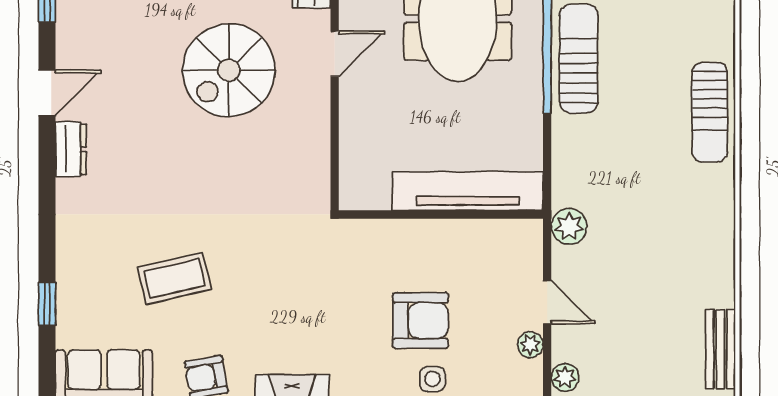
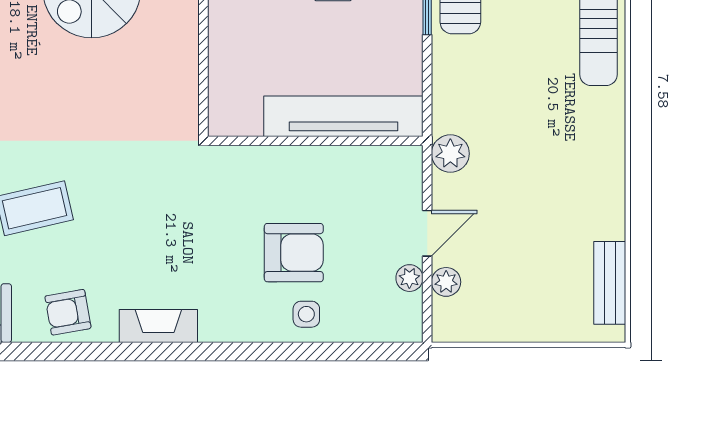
door: (547, 302) -> (427, 233), hinge flipped
plant: (565, 377) -> (446, 282), moved

